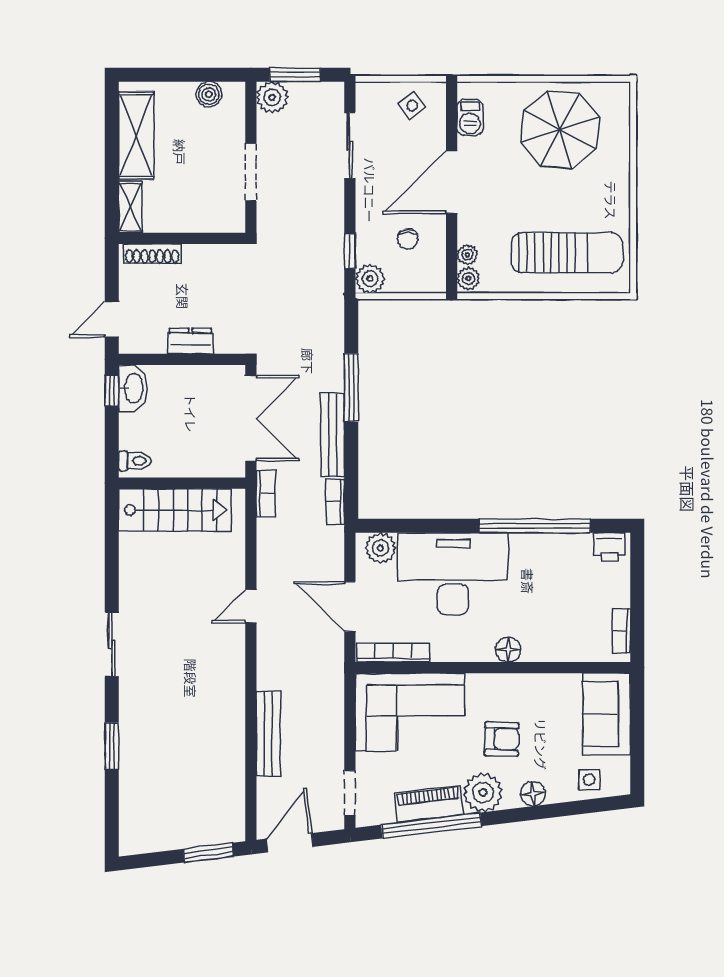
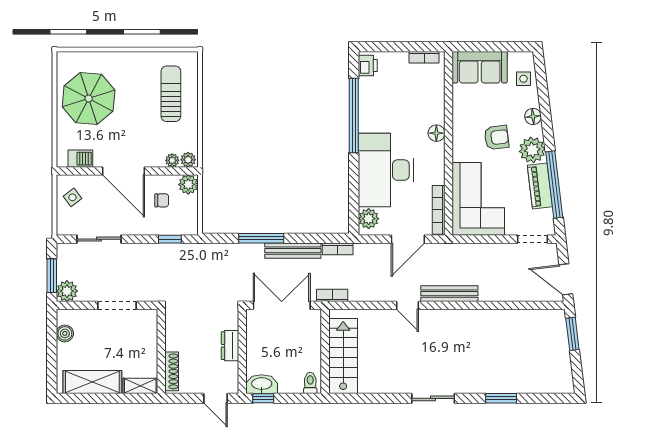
sun lounger: (567, 253) -> (171, 94), width x0.73, depth x0.75
plant: (370, 279) -> (188, 184), moved
bench: (268, 733) -> (449, 294), moved
armchair: (502, 739) -> (496, 137), turned 82

